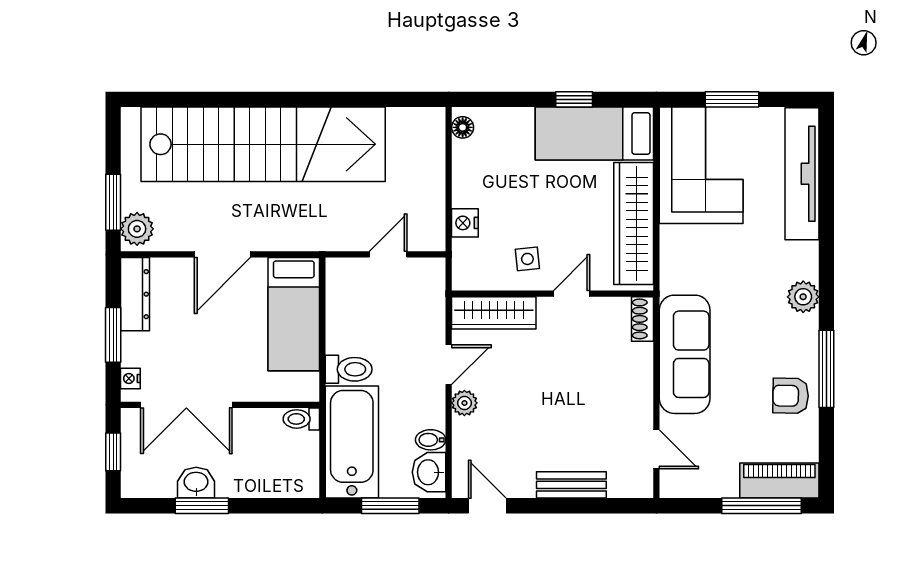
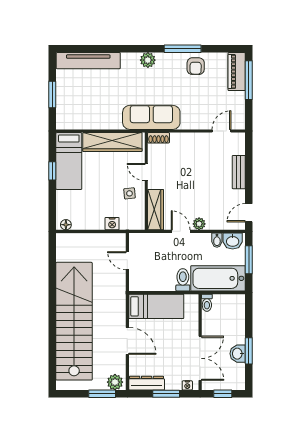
corner sofa: (701, 165) -> (84, 109), removed
sofa: (685, 354) -> (151, 117), moved

